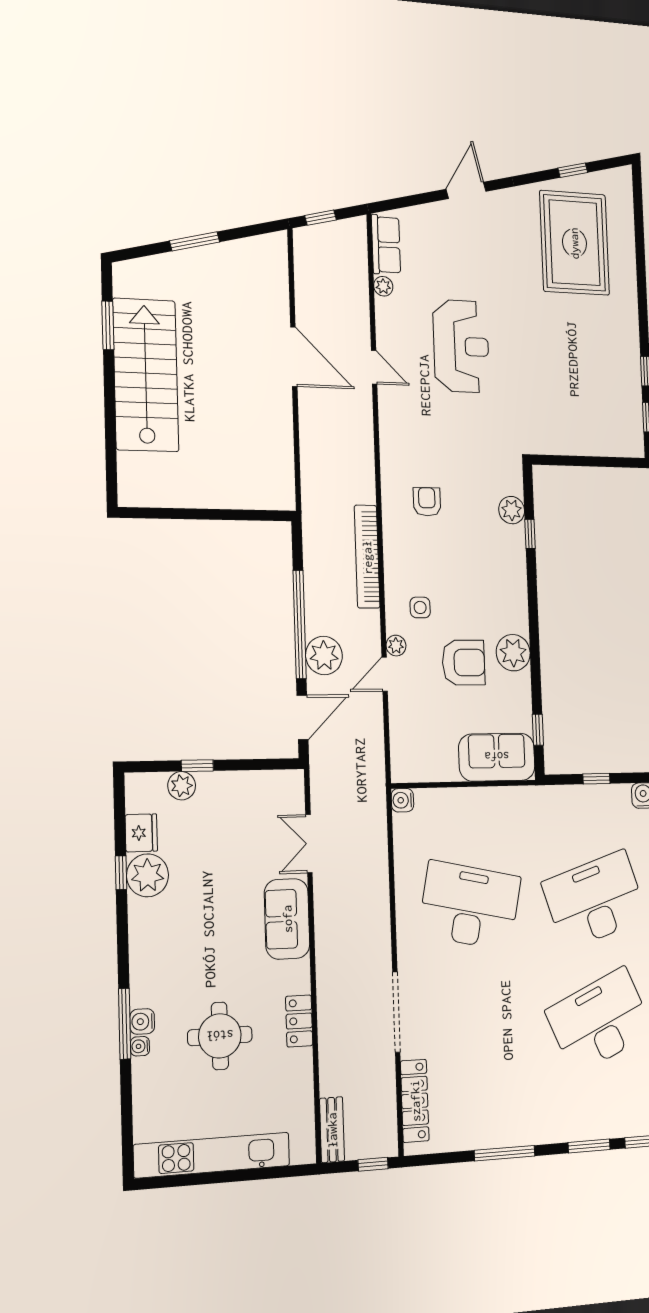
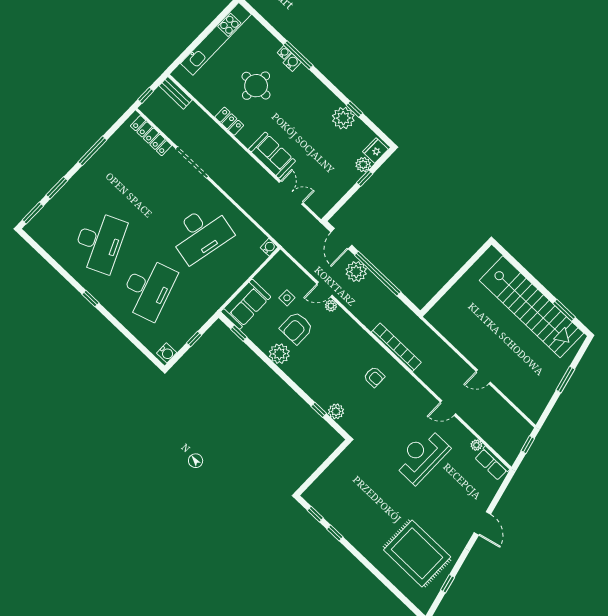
reception desk: (461, 346) -> (422, 456), turned 90
door: (294, 357) -> (483, 377), width x0.53
stairs: (146, 375) -> (532, 307), width x1.36
bookcase: (367, 557) -> (396, 347), moved
side table: (420, 607) -> (287, 298), moved
door: (385, 674) -> (324, 290), swing flipped
fridge: (141, 833) -> (375, 150), moved, turned 90

